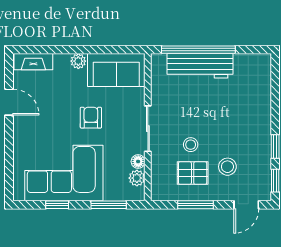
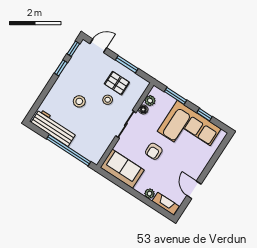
plant: (78, 61) -> (150, 194), moved
workbench: (200, 66) -> (54, 128), moved
stool: (227, 167) -> (79, 101), moved

